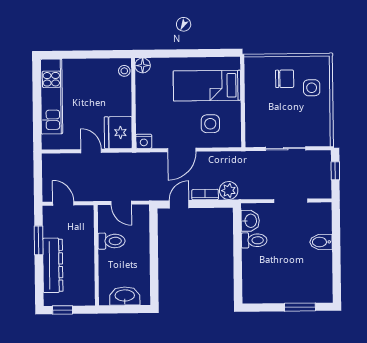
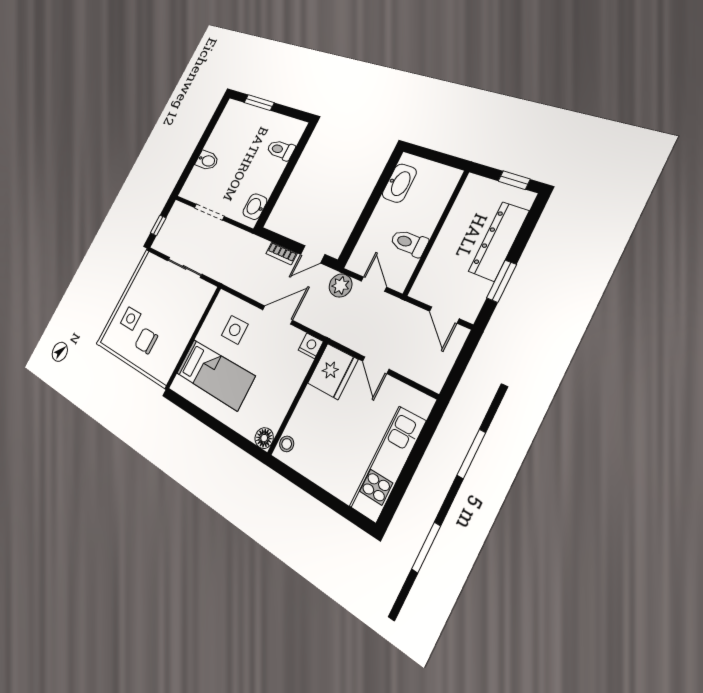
plant: (229, 190) -> (341, 286), moved
toilet: (254, 240) -> (281, 150), moved
washbasin: (125, 296) -> (399, 183), moved, turned -90

